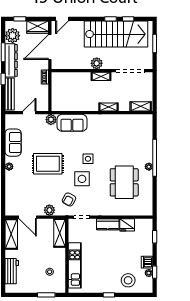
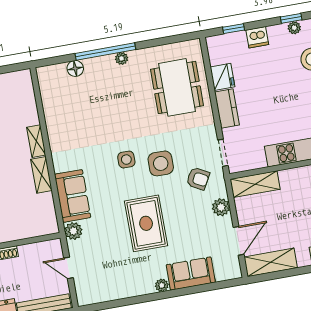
shelving: (141, 106) -> (41, 175), moved
floor lamp: (148, 138) -> (75, 68), added
sofa: (13, 143) -> (191, 274), moved
dining table: (124, 182) -> (177, 87), moved, turned 90
dishwasher: (147, 262) -> (257, 37), moved

